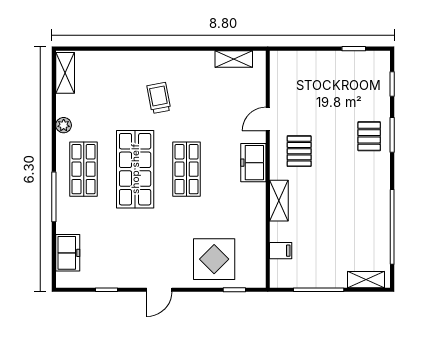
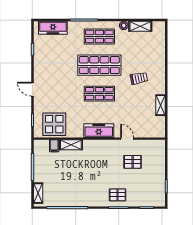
shelving: (234, 59) -> (160, 105), moved
shelving: (65, 73) -> (140, 26), moved
pallet: (299, 151) -> (133, 162), moved
freezer: (253, 163) -> (99, 131), width x1.40
shelving: (279, 201) -> (71, 145), moved
freezer: (68, 253) -> (53, 28), width x1.40
display table: (214, 259) -> (54, 124), moved
door: (159, 290) -> (32, 89), moved

